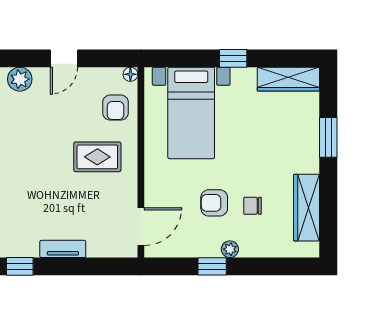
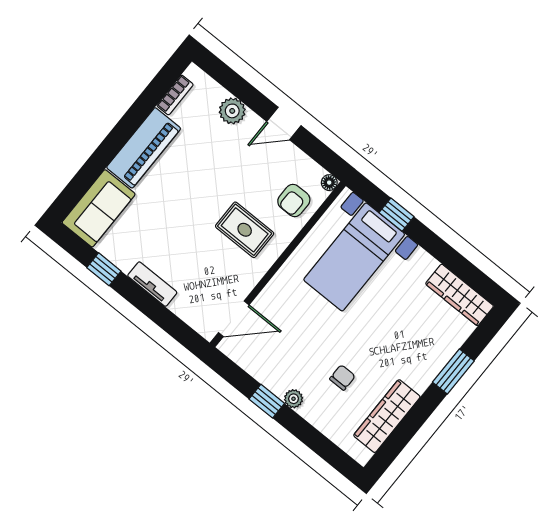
window: (233, 58) -> (396, 215), moved
armchair: (214, 203) -> (312, 349), removed
chair: (253, 206) -> (342, 377), turned 90

